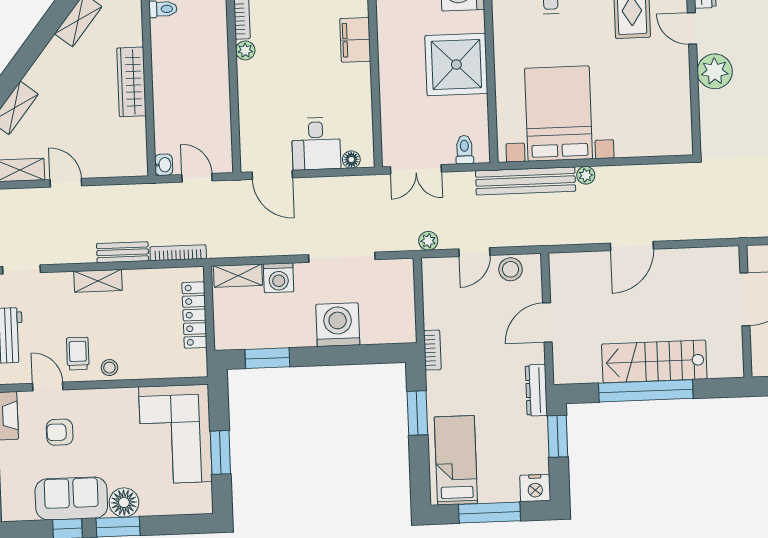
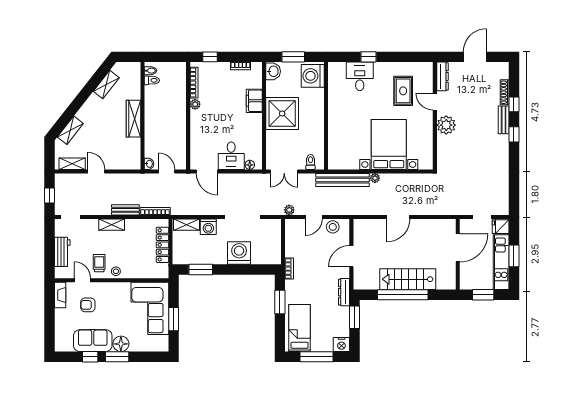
shower: (456, 65) -> (282, 113), moved
bed with nightstands: (559, 114) -> (389, 144), moved

